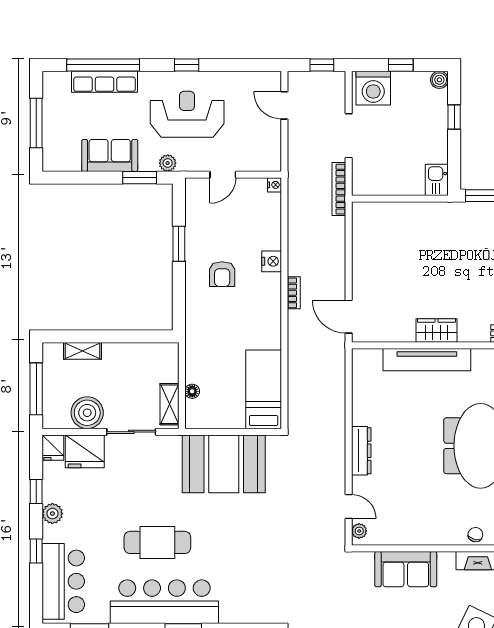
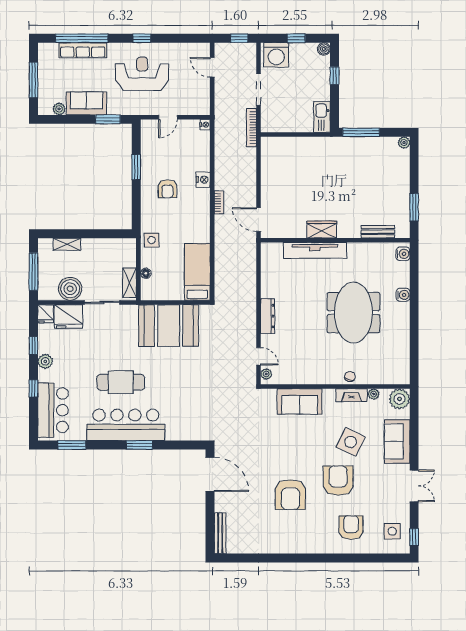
plant: (168, 163) -> (59, 109), moved
kitchen sink: (437, 180) -> (322, 117), width x1.38
side table: (200, 345) -> (151, 240), added

